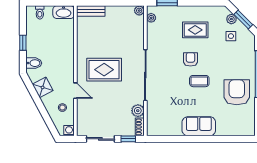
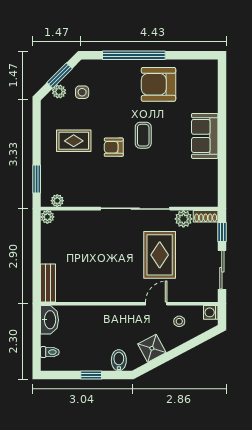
rug: (195, 30) -> (74, 141), turned 90
rug: (104, 70) -> (160, 255), moved

